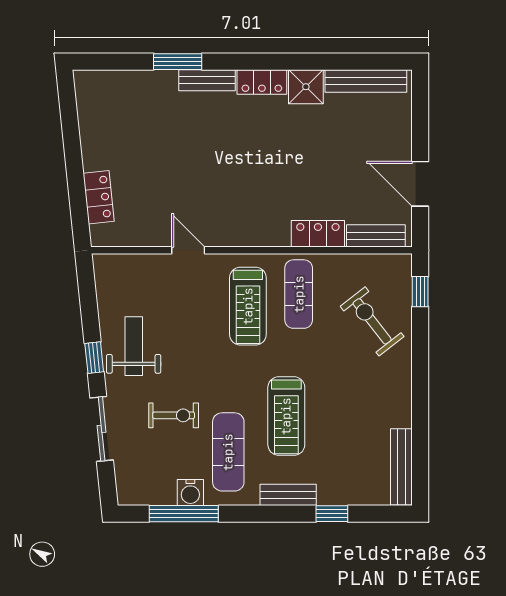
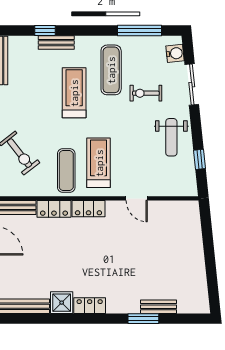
bench: (207, 80) -> (158, 307), moved
locker: (99, 197) -> (88, 209), moved, turned -84
window: (94, 358) -> (200, 159), moved
water cooler: (190, 493) -> (175, 53), moved, turned 84
bench: (288, 495) -> (56, 43), moved

